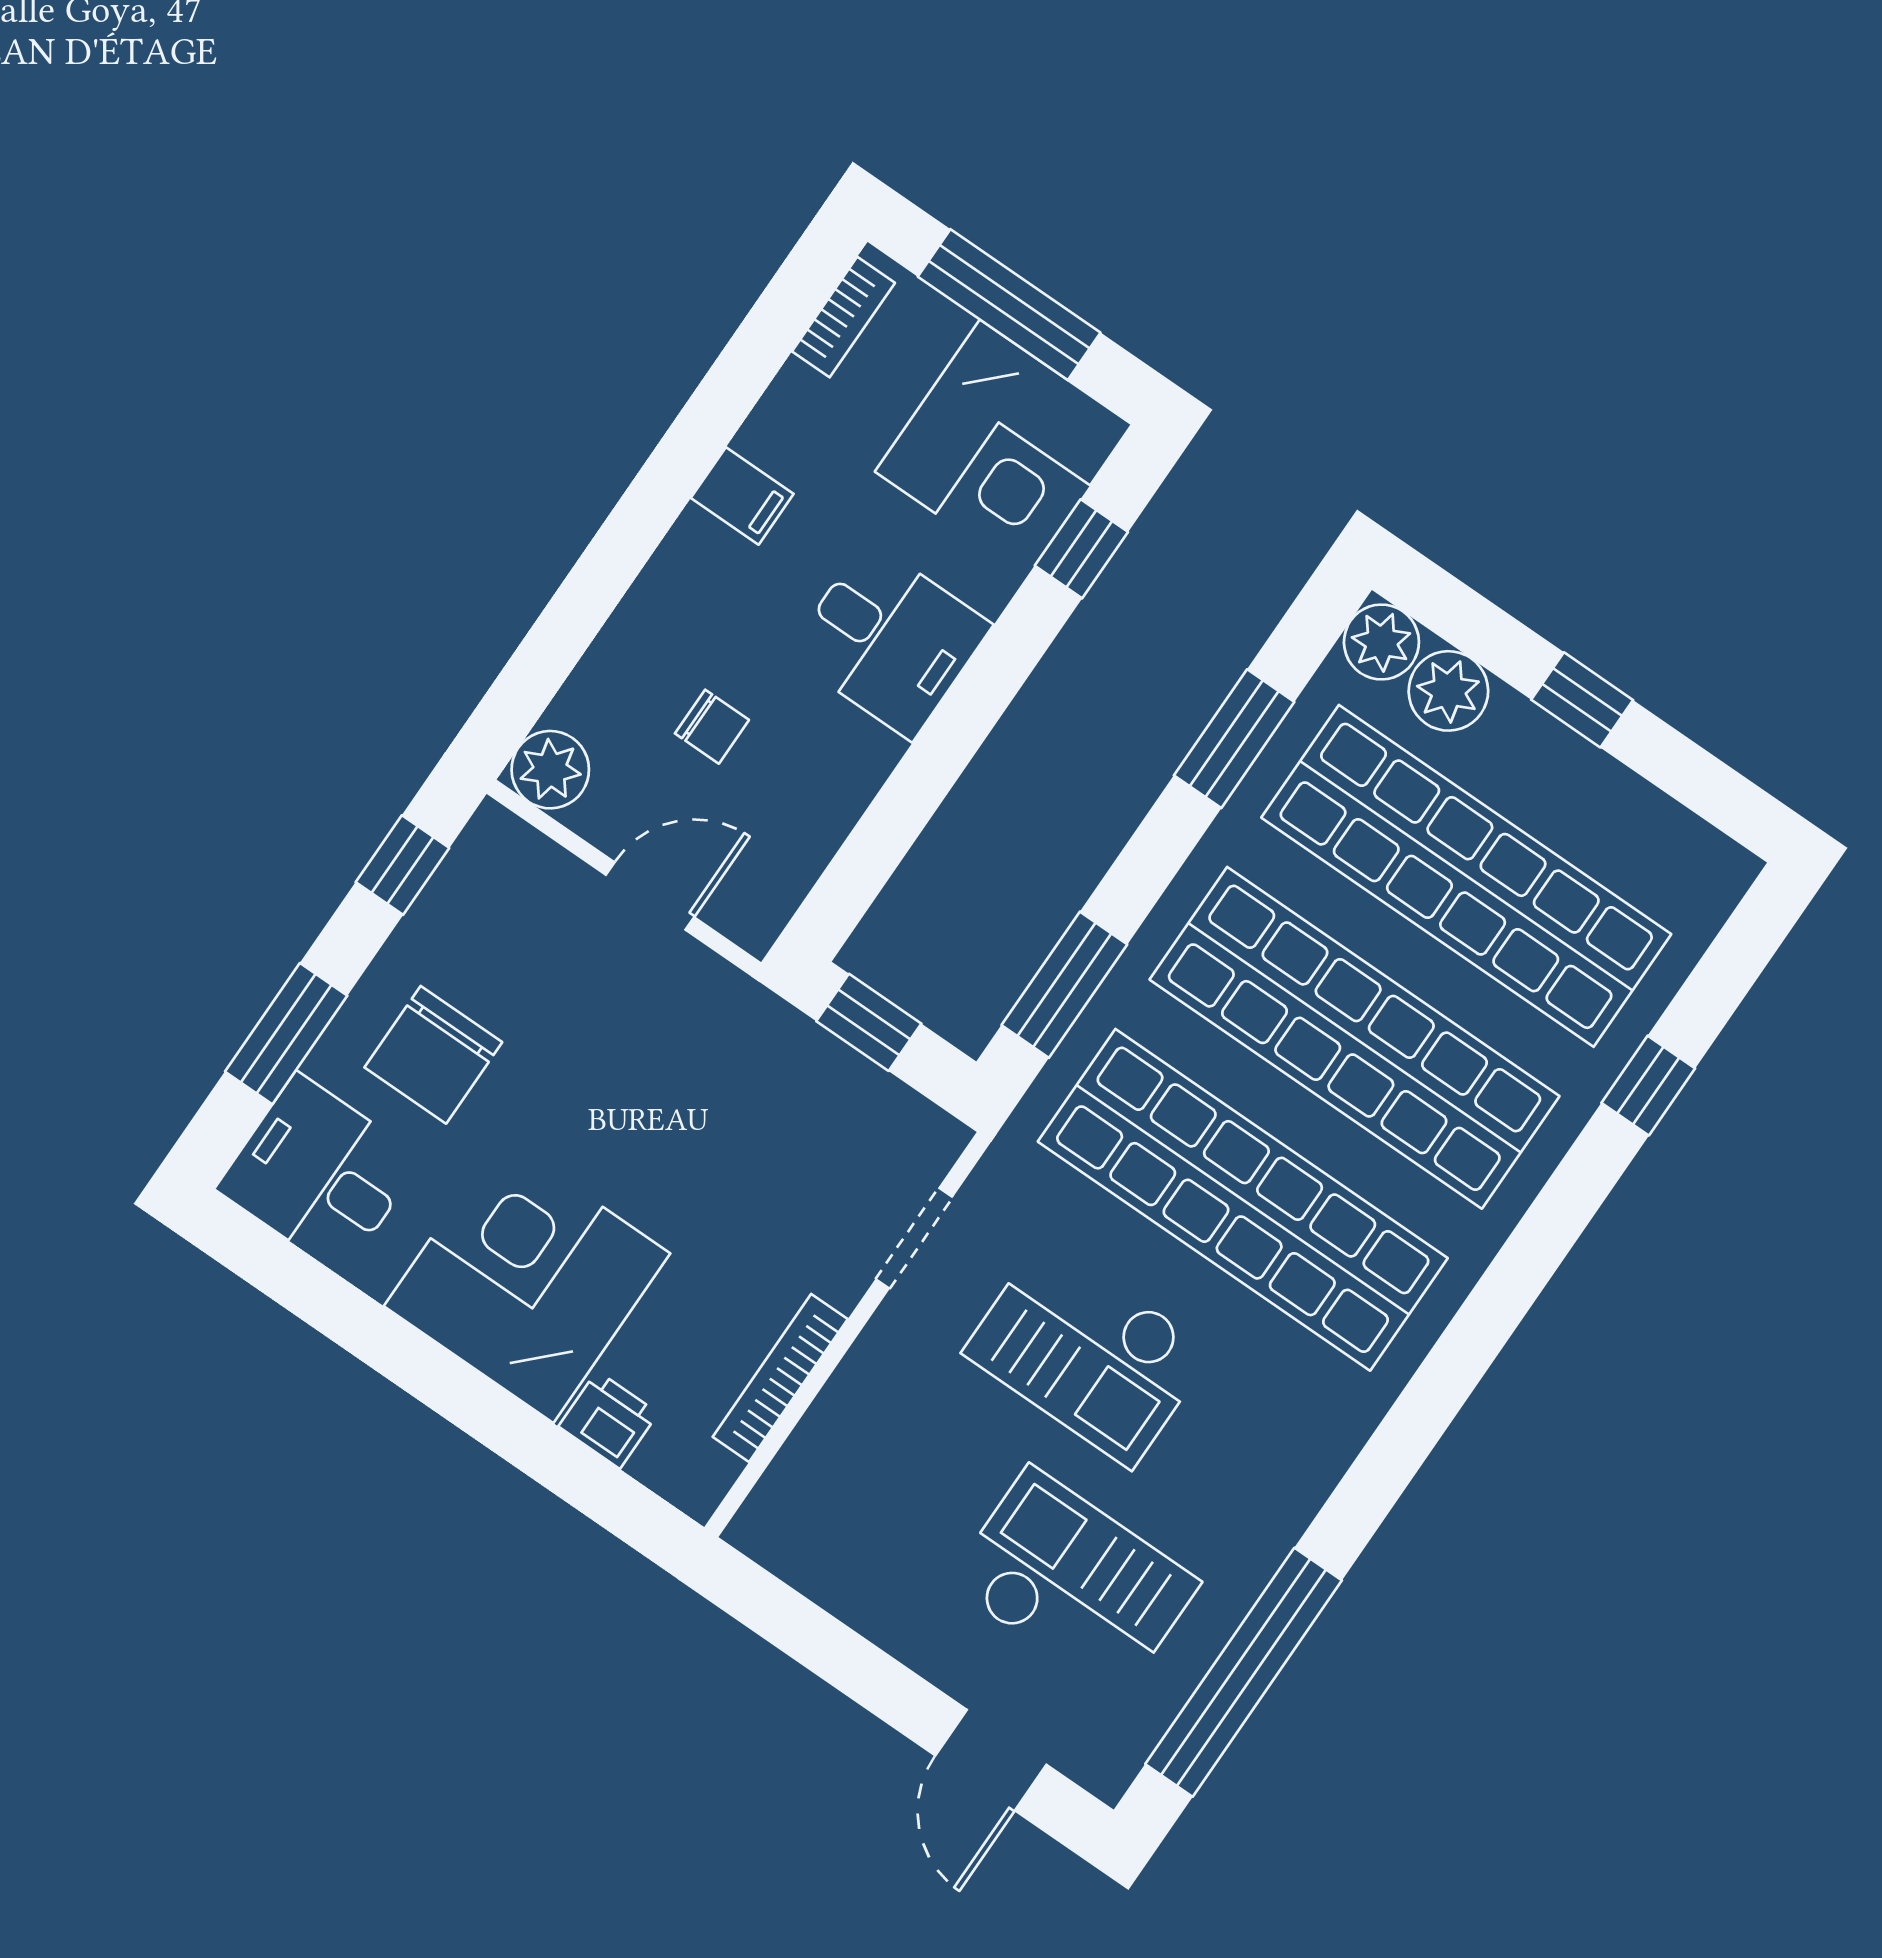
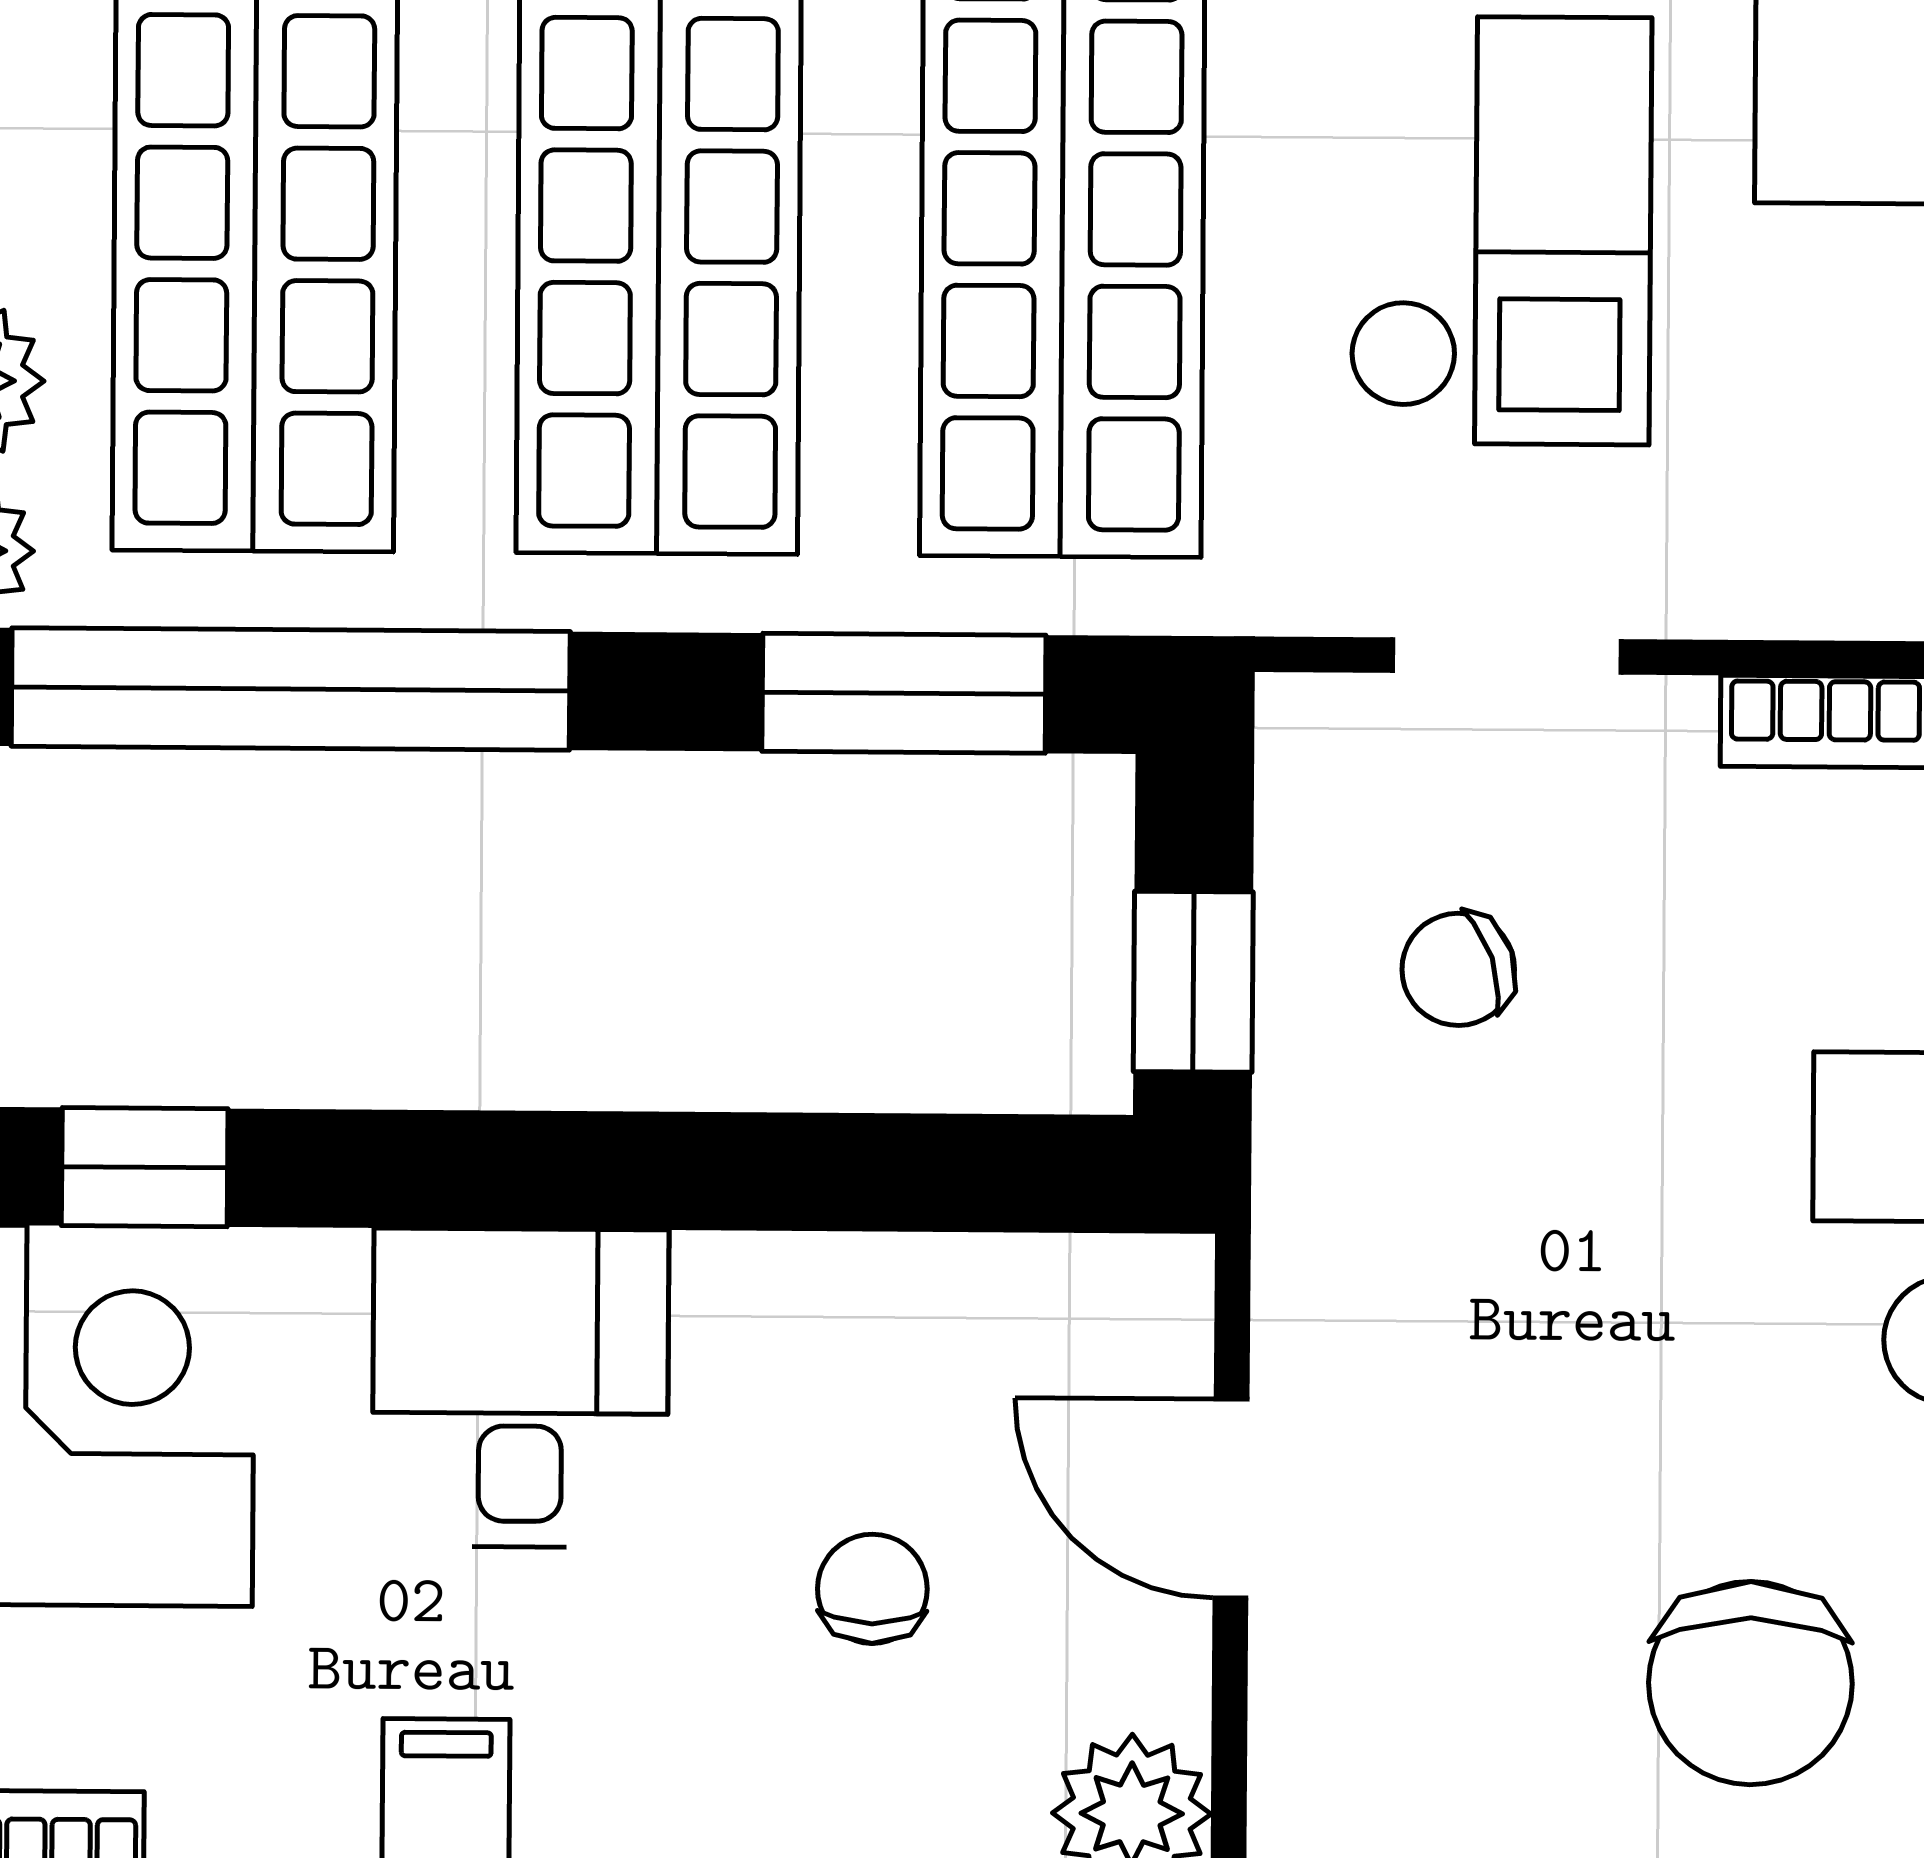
window: (1234, 739) -> (291, 689), width x2.11
chair: (433, 1055) -> (1750, 1683), turned 90
chair: (801, 1133) -> (1458, 969), added

